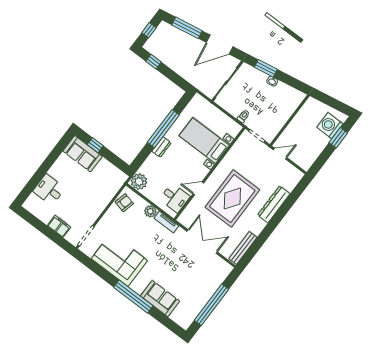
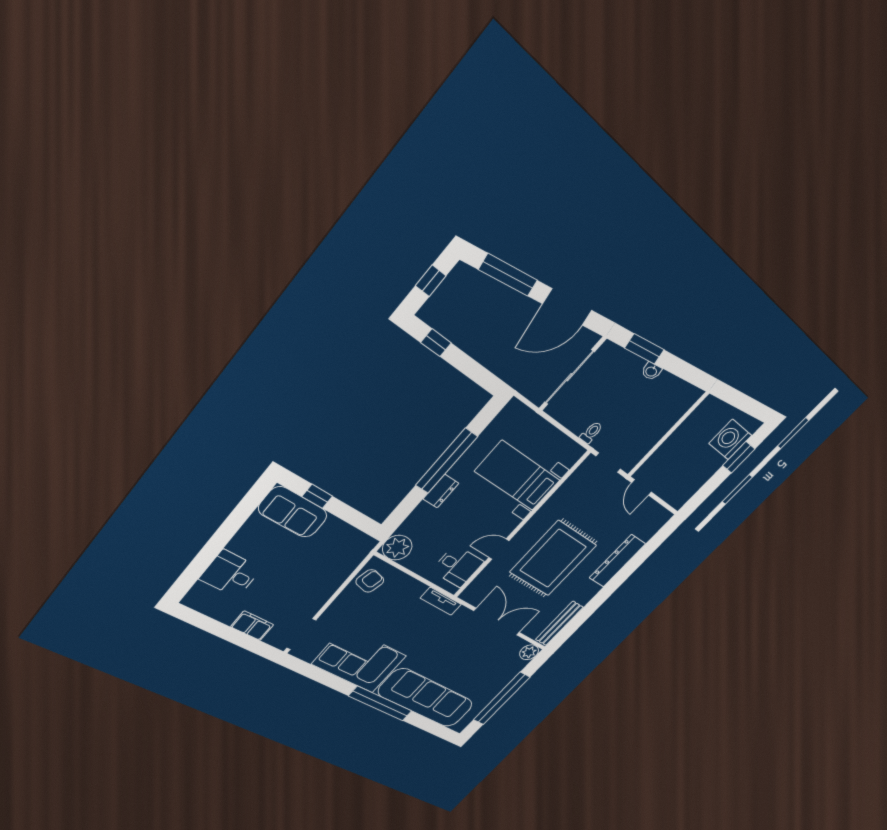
door: (280, 154) -> (642, 487), swing flipped
plant: (150, 211) -> (529, 652), moved
sofa: (160, 299) -> (426, 698), width x1.85, depth x1.27

